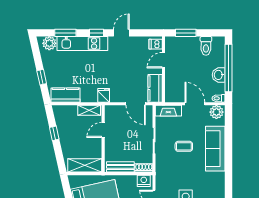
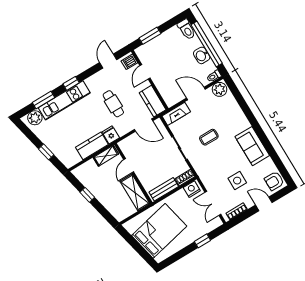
door: (121, 33) -> (108, 61), moved
toilet: (206, 46) -> (187, 29), moved
cafe table: (121, 71) -> (113, 104), added
kitchen counter: (66, 95) -> (92, 146), moved
sofa: (215, 149) -> (252, 146), moved, width x0.73
shelving: (85, 165) -> (135, 193), moved, turned 90

